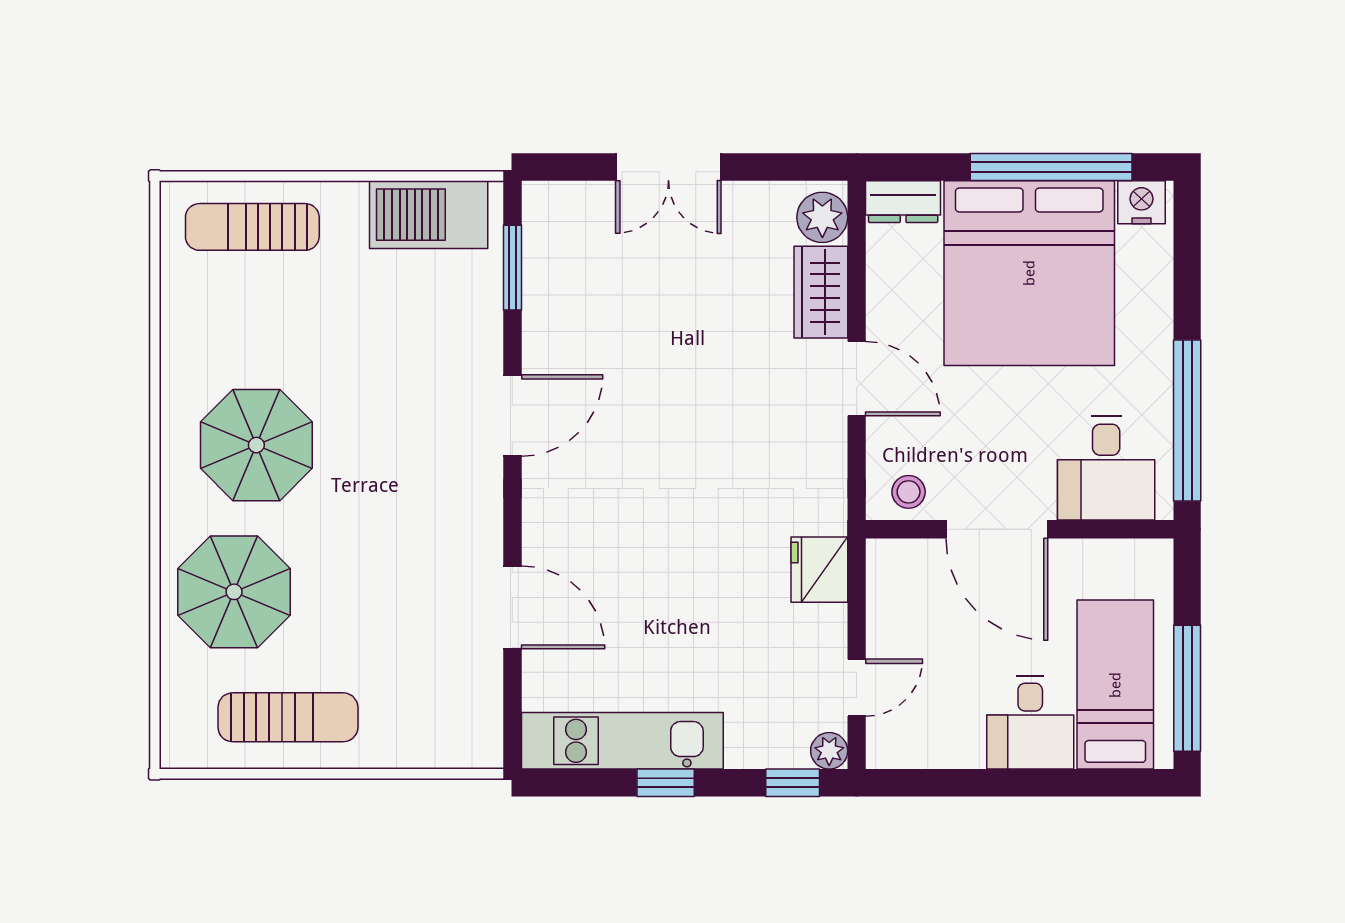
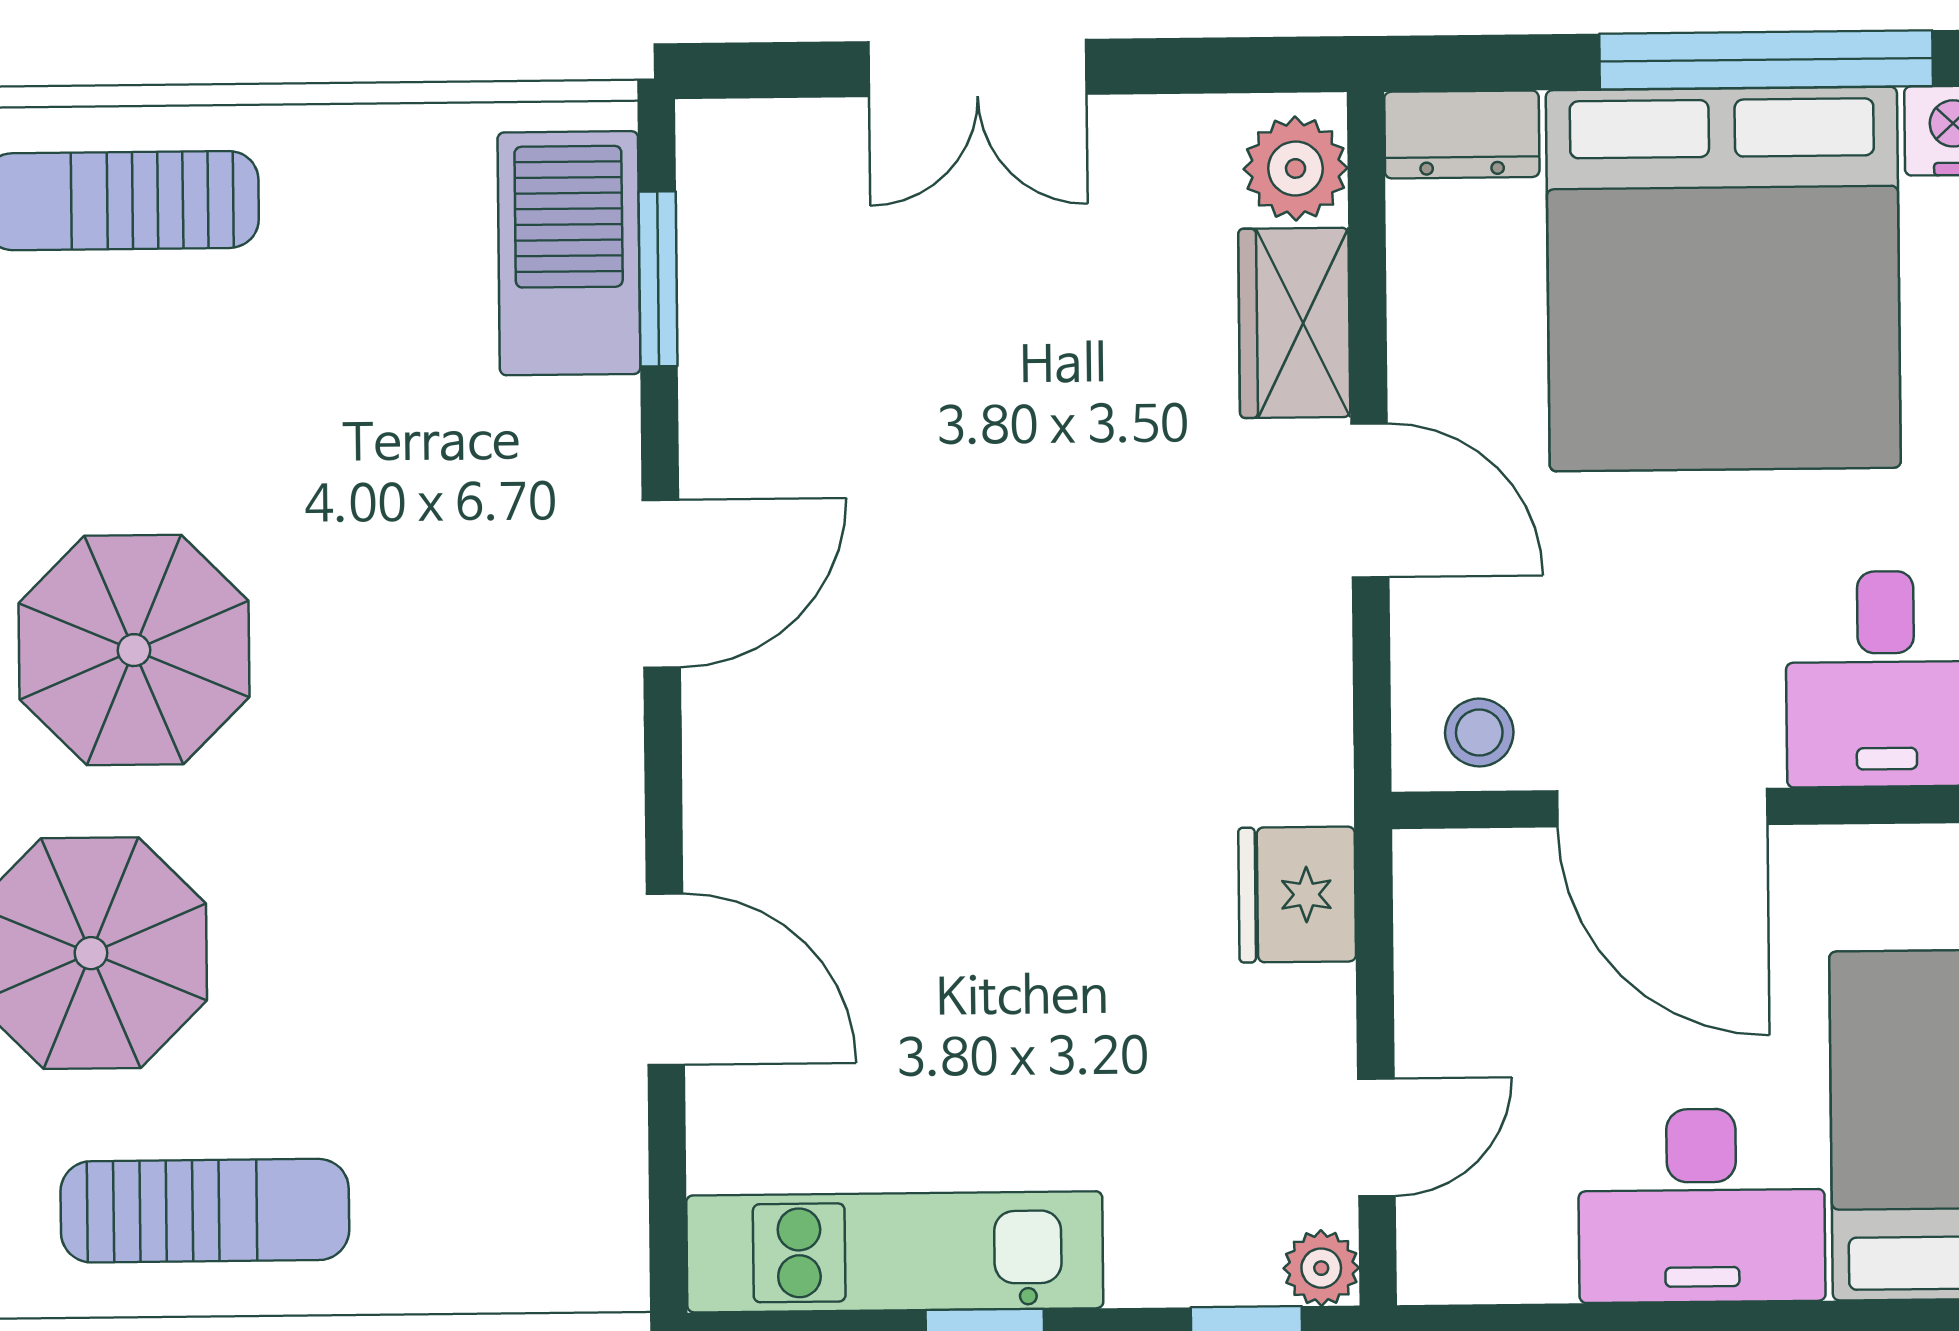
barbecue: (429, 215) -> (569, 253), moved, turned 90
desk: (1030, 722) -> (1702, 1205), width x1.37

